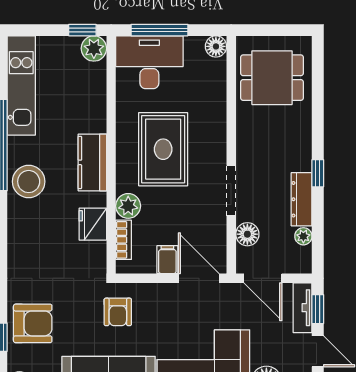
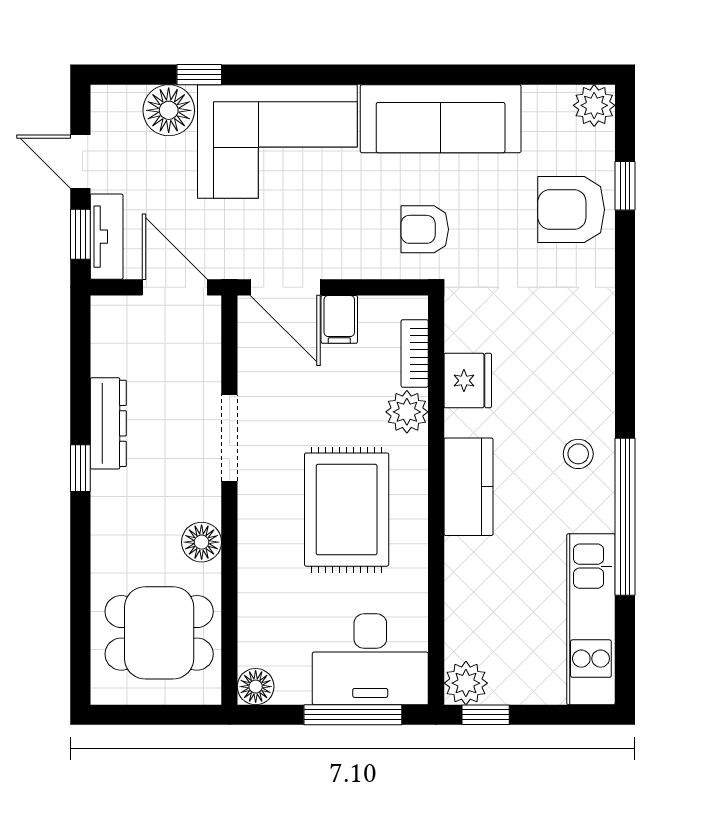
stool: (29, 182) -> (578, 454), width x0.53, depth x0.53
floor lamp: (247, 234) -> (202, 542), moved
plant: (303, 236) -> (105, 360), removed
armchair: (118, 312) -> (425, 229), turned -90

